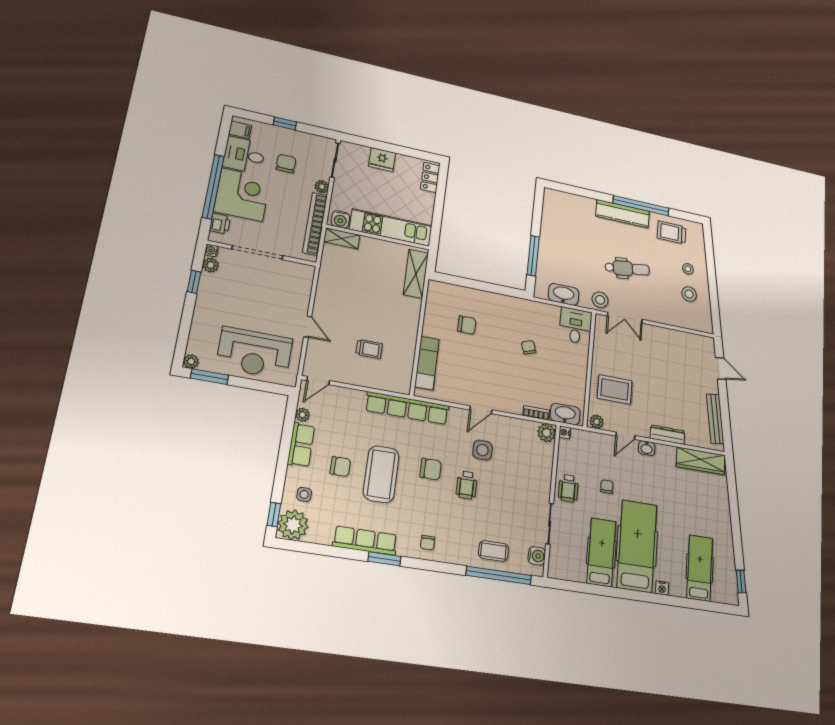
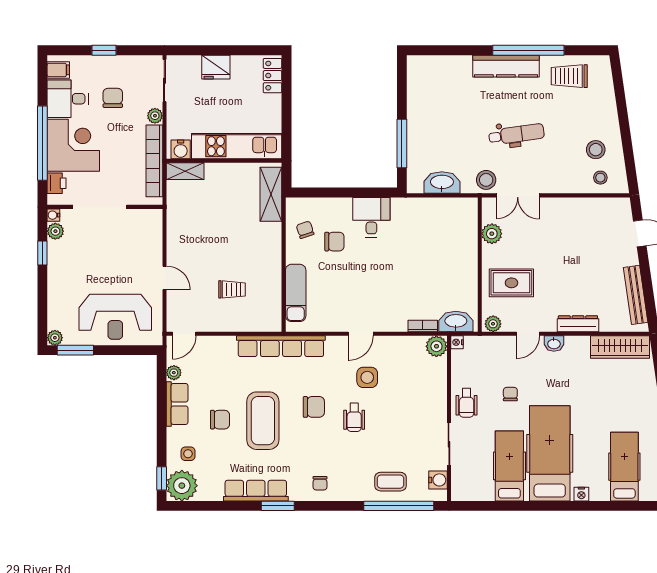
stool: (688, 269) -> (600, 178), moved
desk: (576, 326) -> (371, 217), moved
plant: (601, 345) -> (492, 234), added
chair: (529, 347) -> (305, 230), moved

